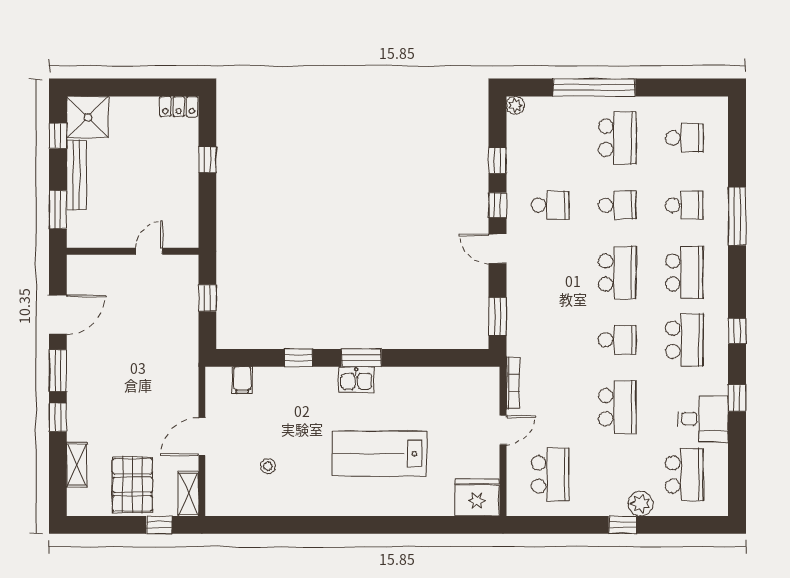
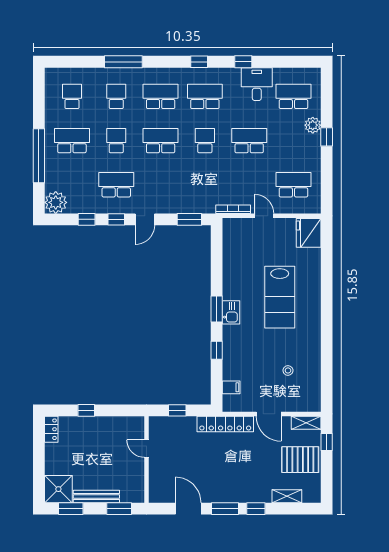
plant: (515, 105) -> (56, 202), width x1.87, depth x1.87
window: (58, 136) -> (71, 509), width x1.50
school desk: (550, 205) -> (116, 185), width x1.85
locker: (187, 371) -> (225, 424), added

